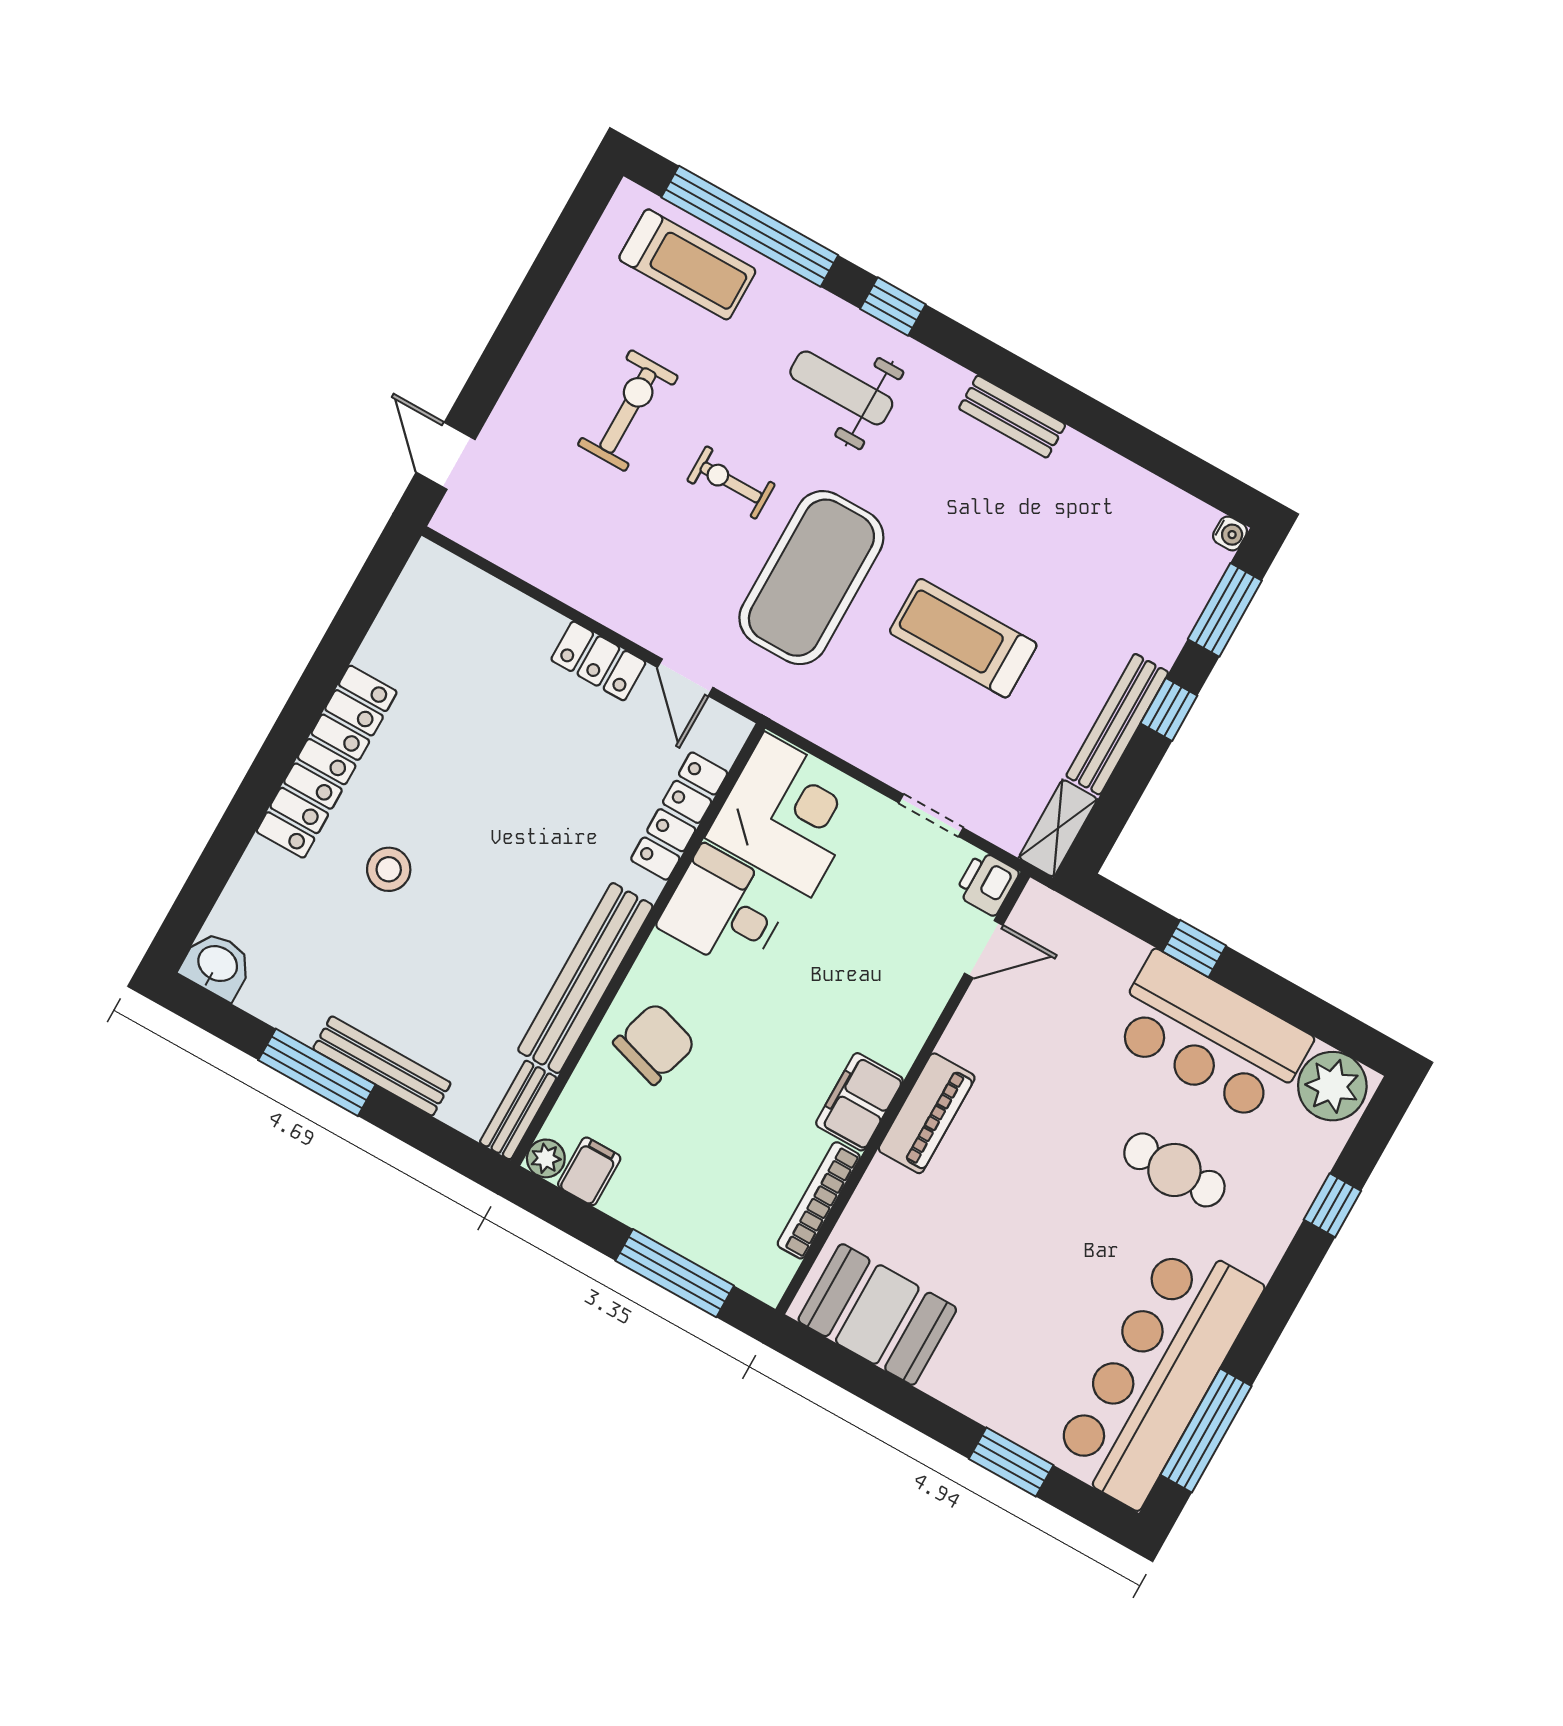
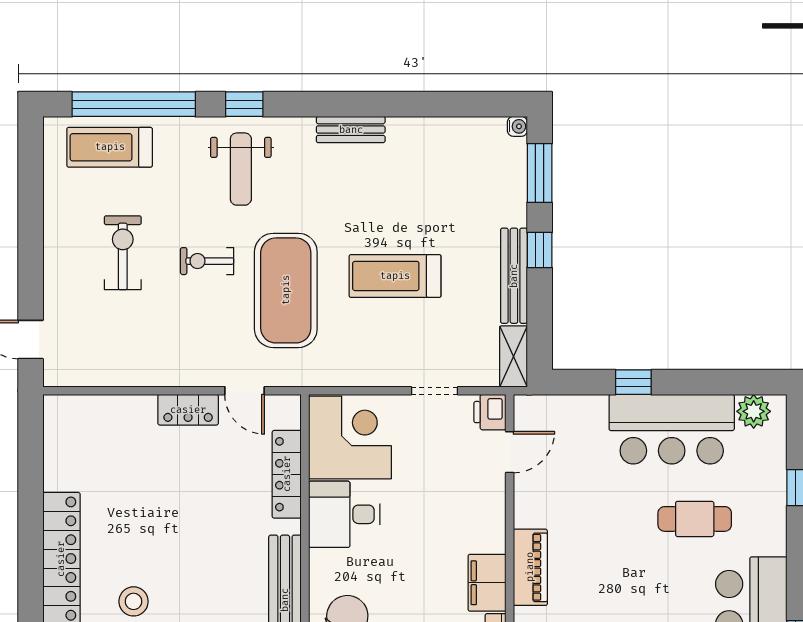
treadmill: (687, 264) -> (110, 147), turned 180
weight bench: (841, 388) -> (241, 169), turned -90
plant: (1332, 1086) -> (754, 411), width x0.73, depth x0.73

